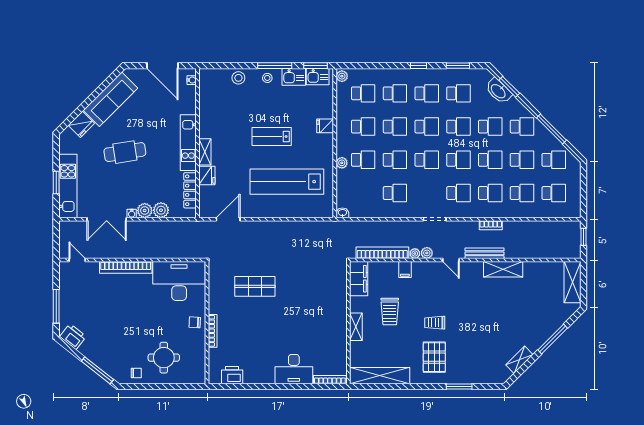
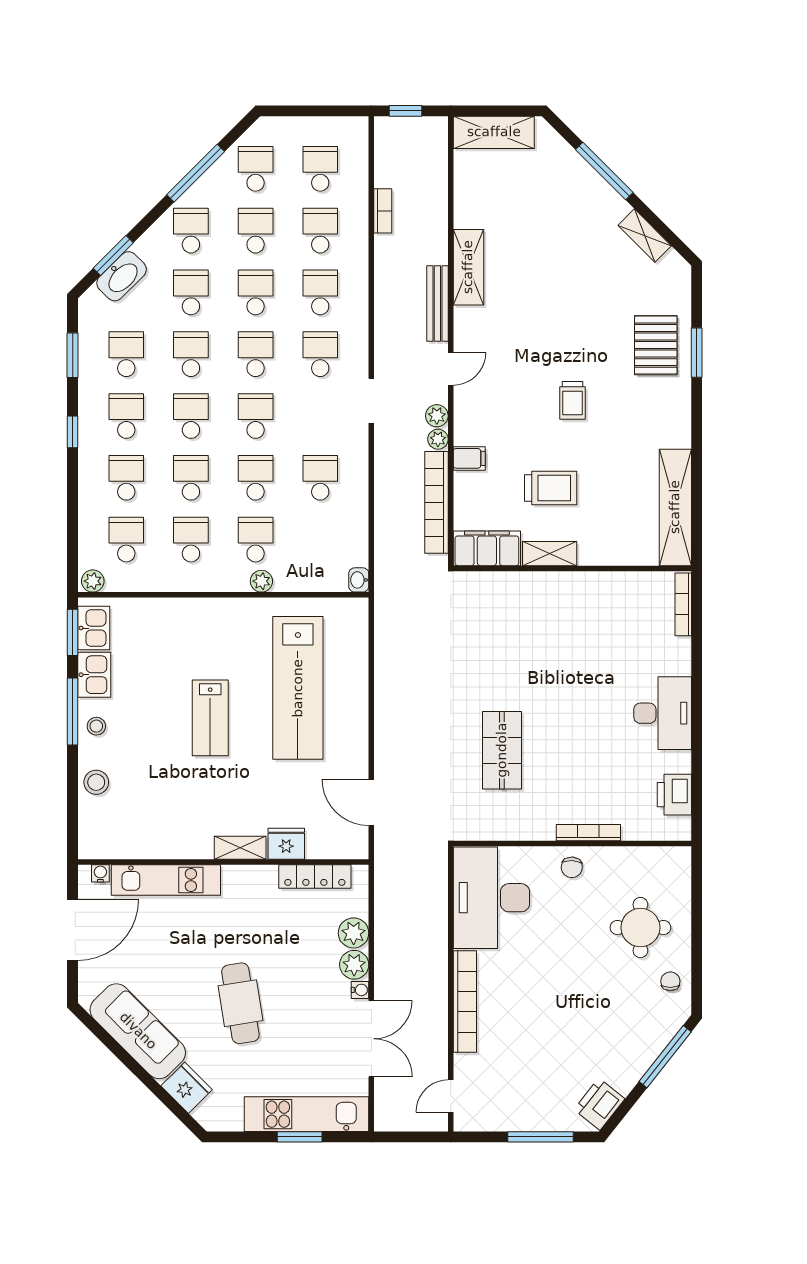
fridge: (325, 126) -> (190, 613), removed
kitchen unit: (188, 143) -> (166, 880), moved
bookcase: (491, 225) -> (383, 211), moved
shelving: (356, 327) -> (550, 554), moved
pallet: (434, 357) -> (656, 345), moved, turned 90
desk: (294, 369) -> (663, 713), moved

